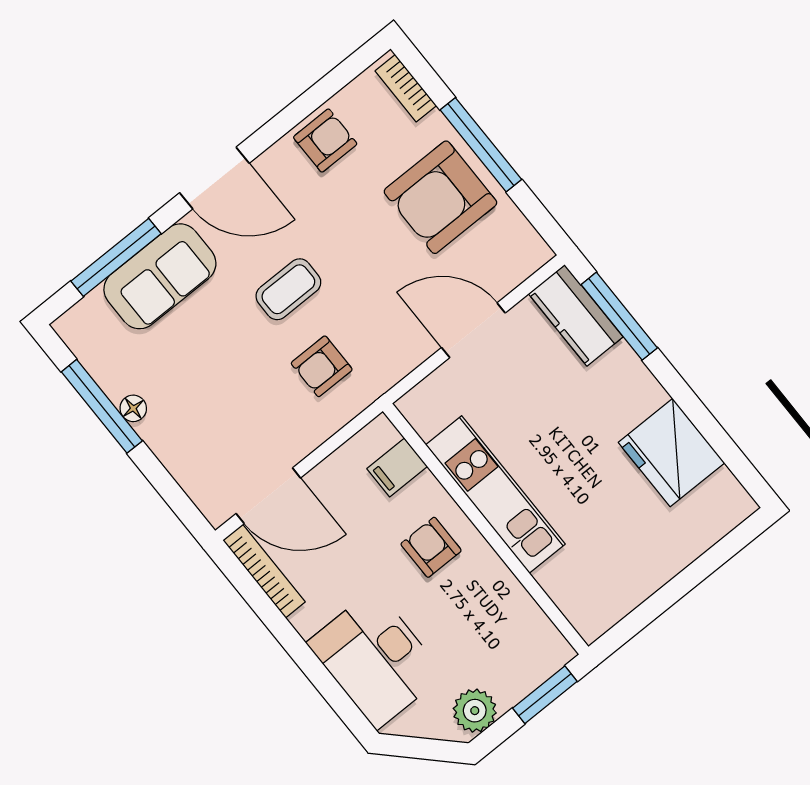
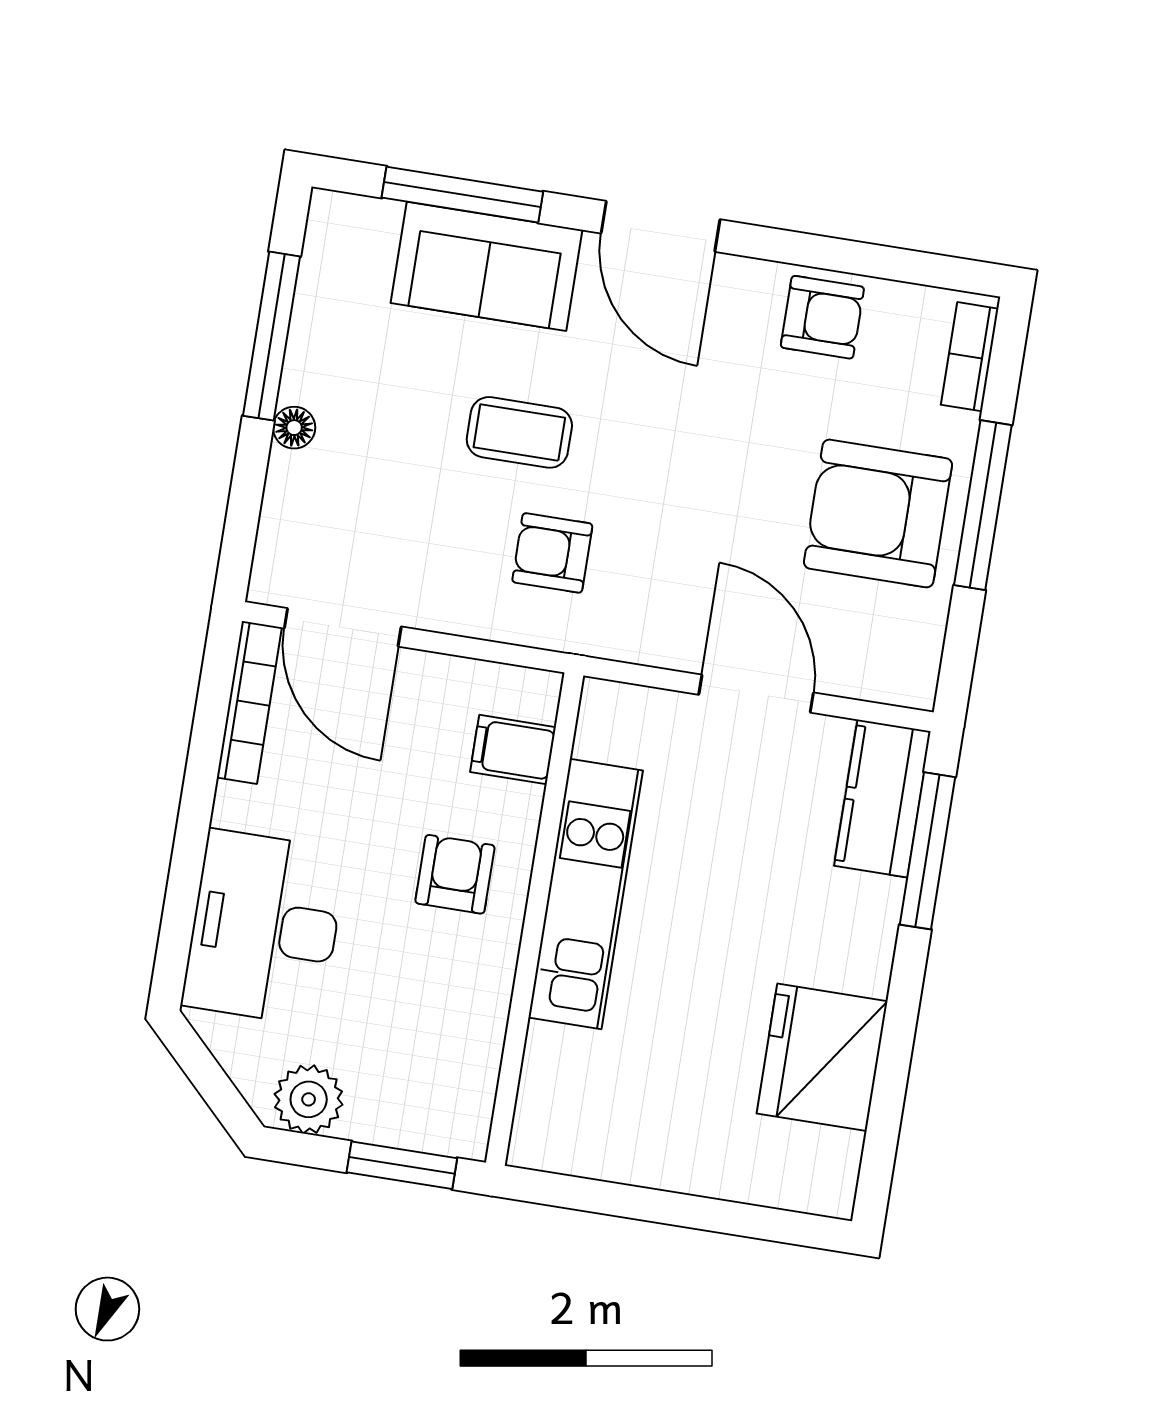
coffee table: (288, 289) -> (519, 432), moved
floor lamp: (133, 408) -> (294, 428), moved

